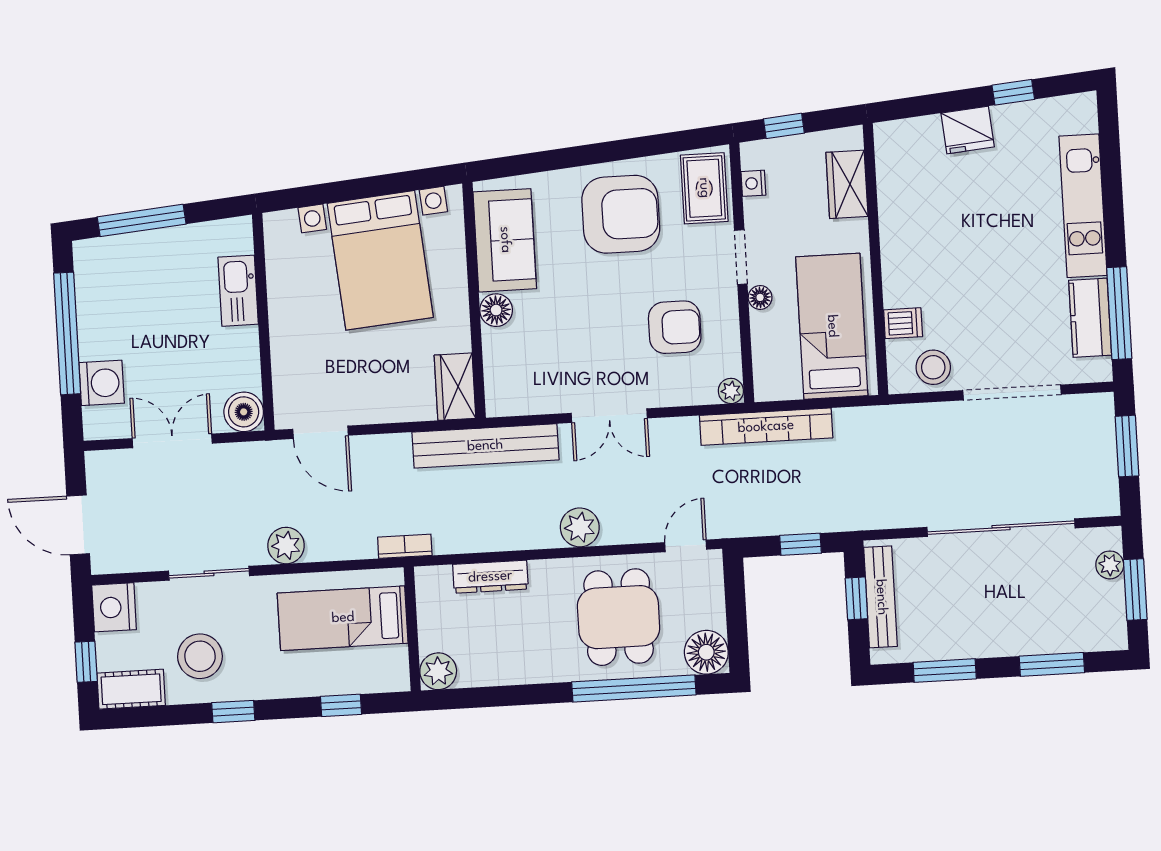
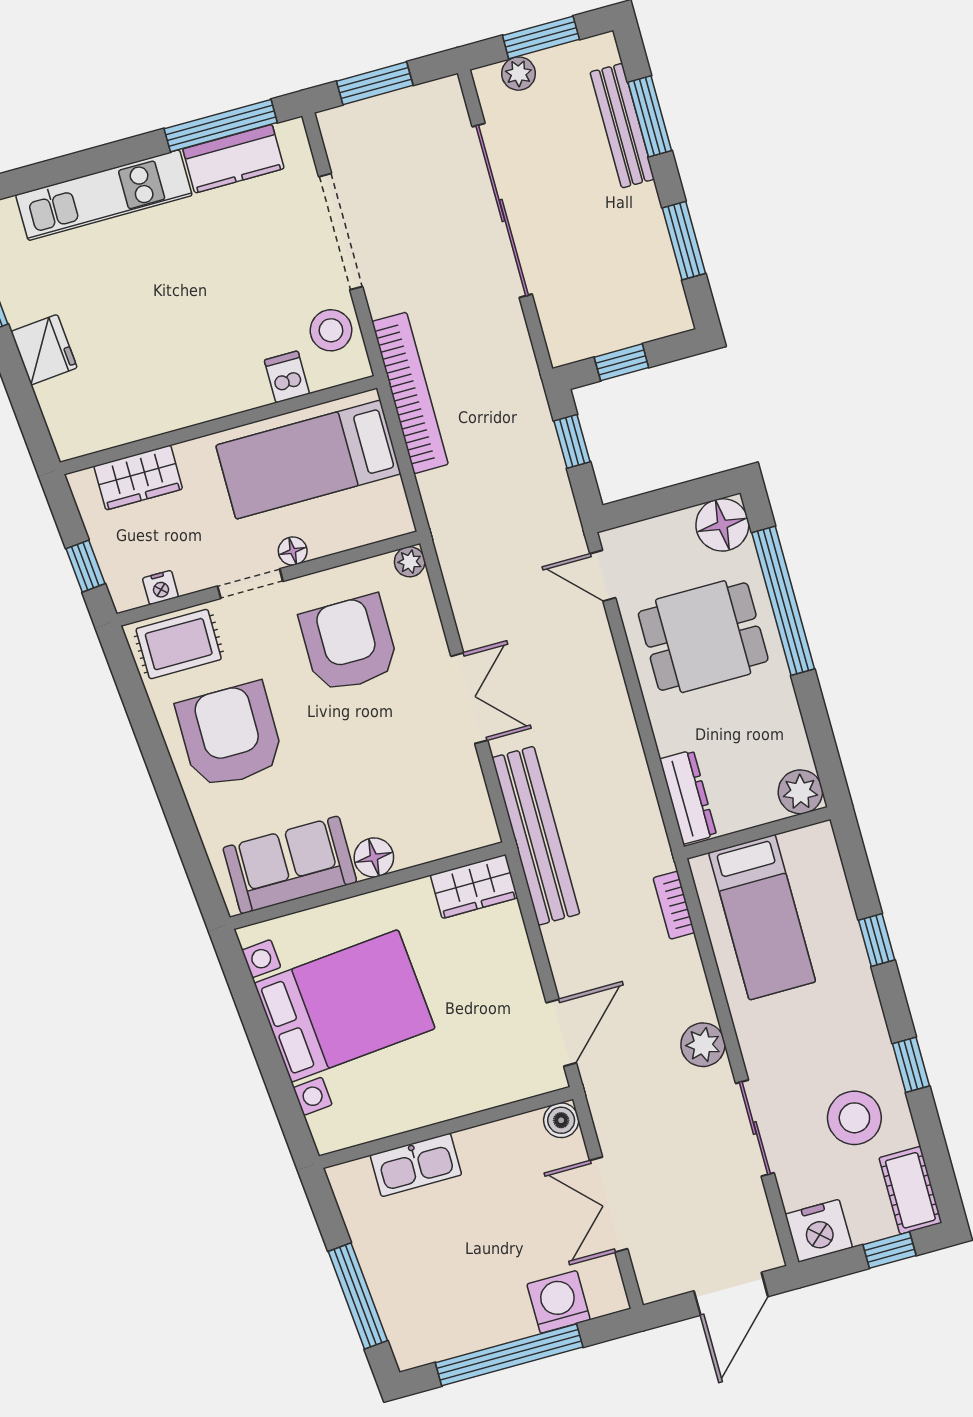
armchair: (675, 327) -> (349, 644), width x1.36, depth x1.36
boiler: (244, 412) -> (561, 1120), width x0.73, depth x0.73
bookcase: (766, 427) -> (410, 393), moved
plant: (580, 527) -> (608, 705), removed
bench: (881, 597) -> (622, 126), moved, turned 90
bed: (343, 618) -> (762, 917), moved
wall: (412, 629) -> (757, 833), moved
plant: (438, 671) -> (800, 792), moved

